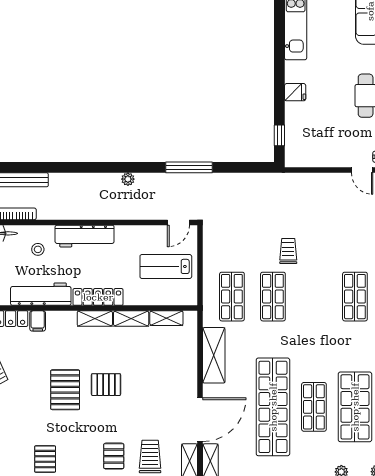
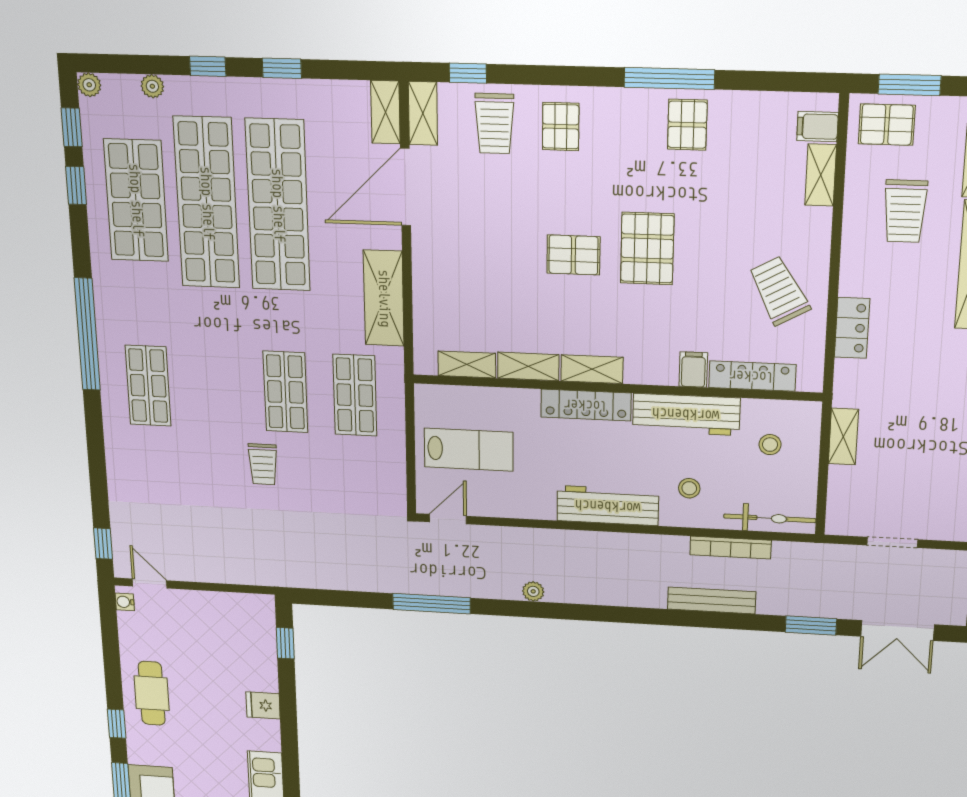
shop shelf: (314, 407) -> (207, 203), width x2.00, depth x1.36

